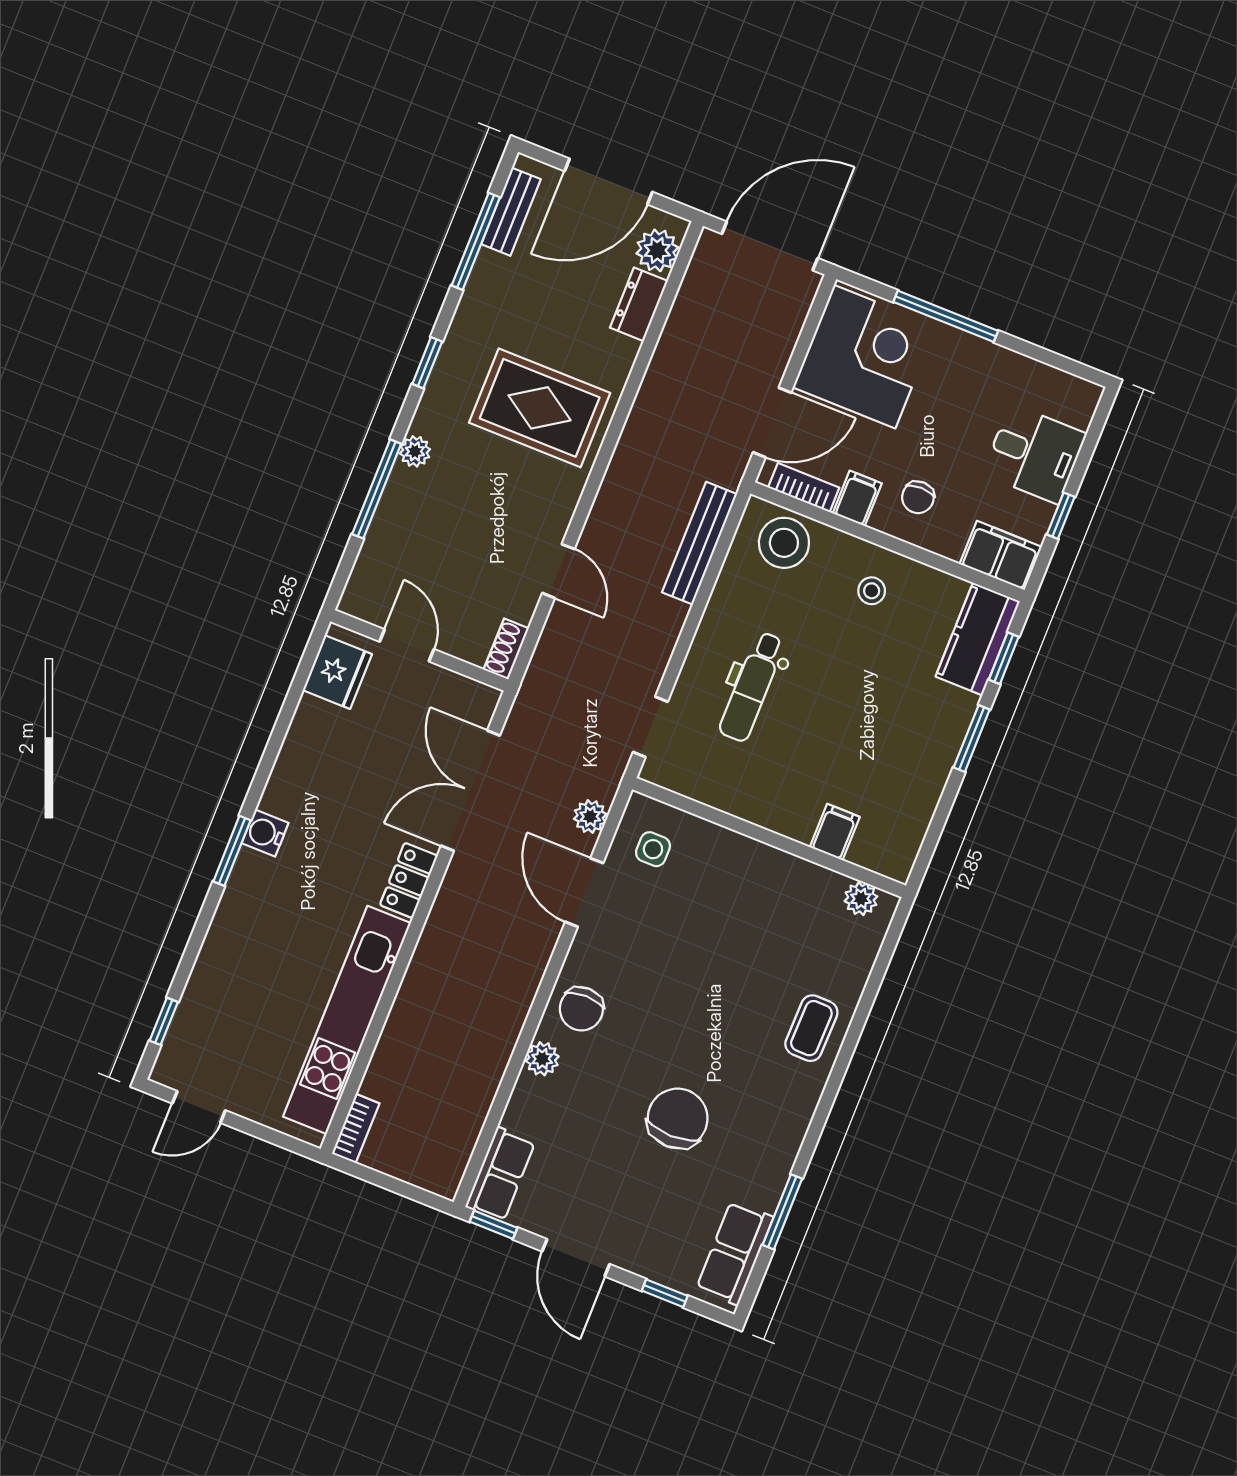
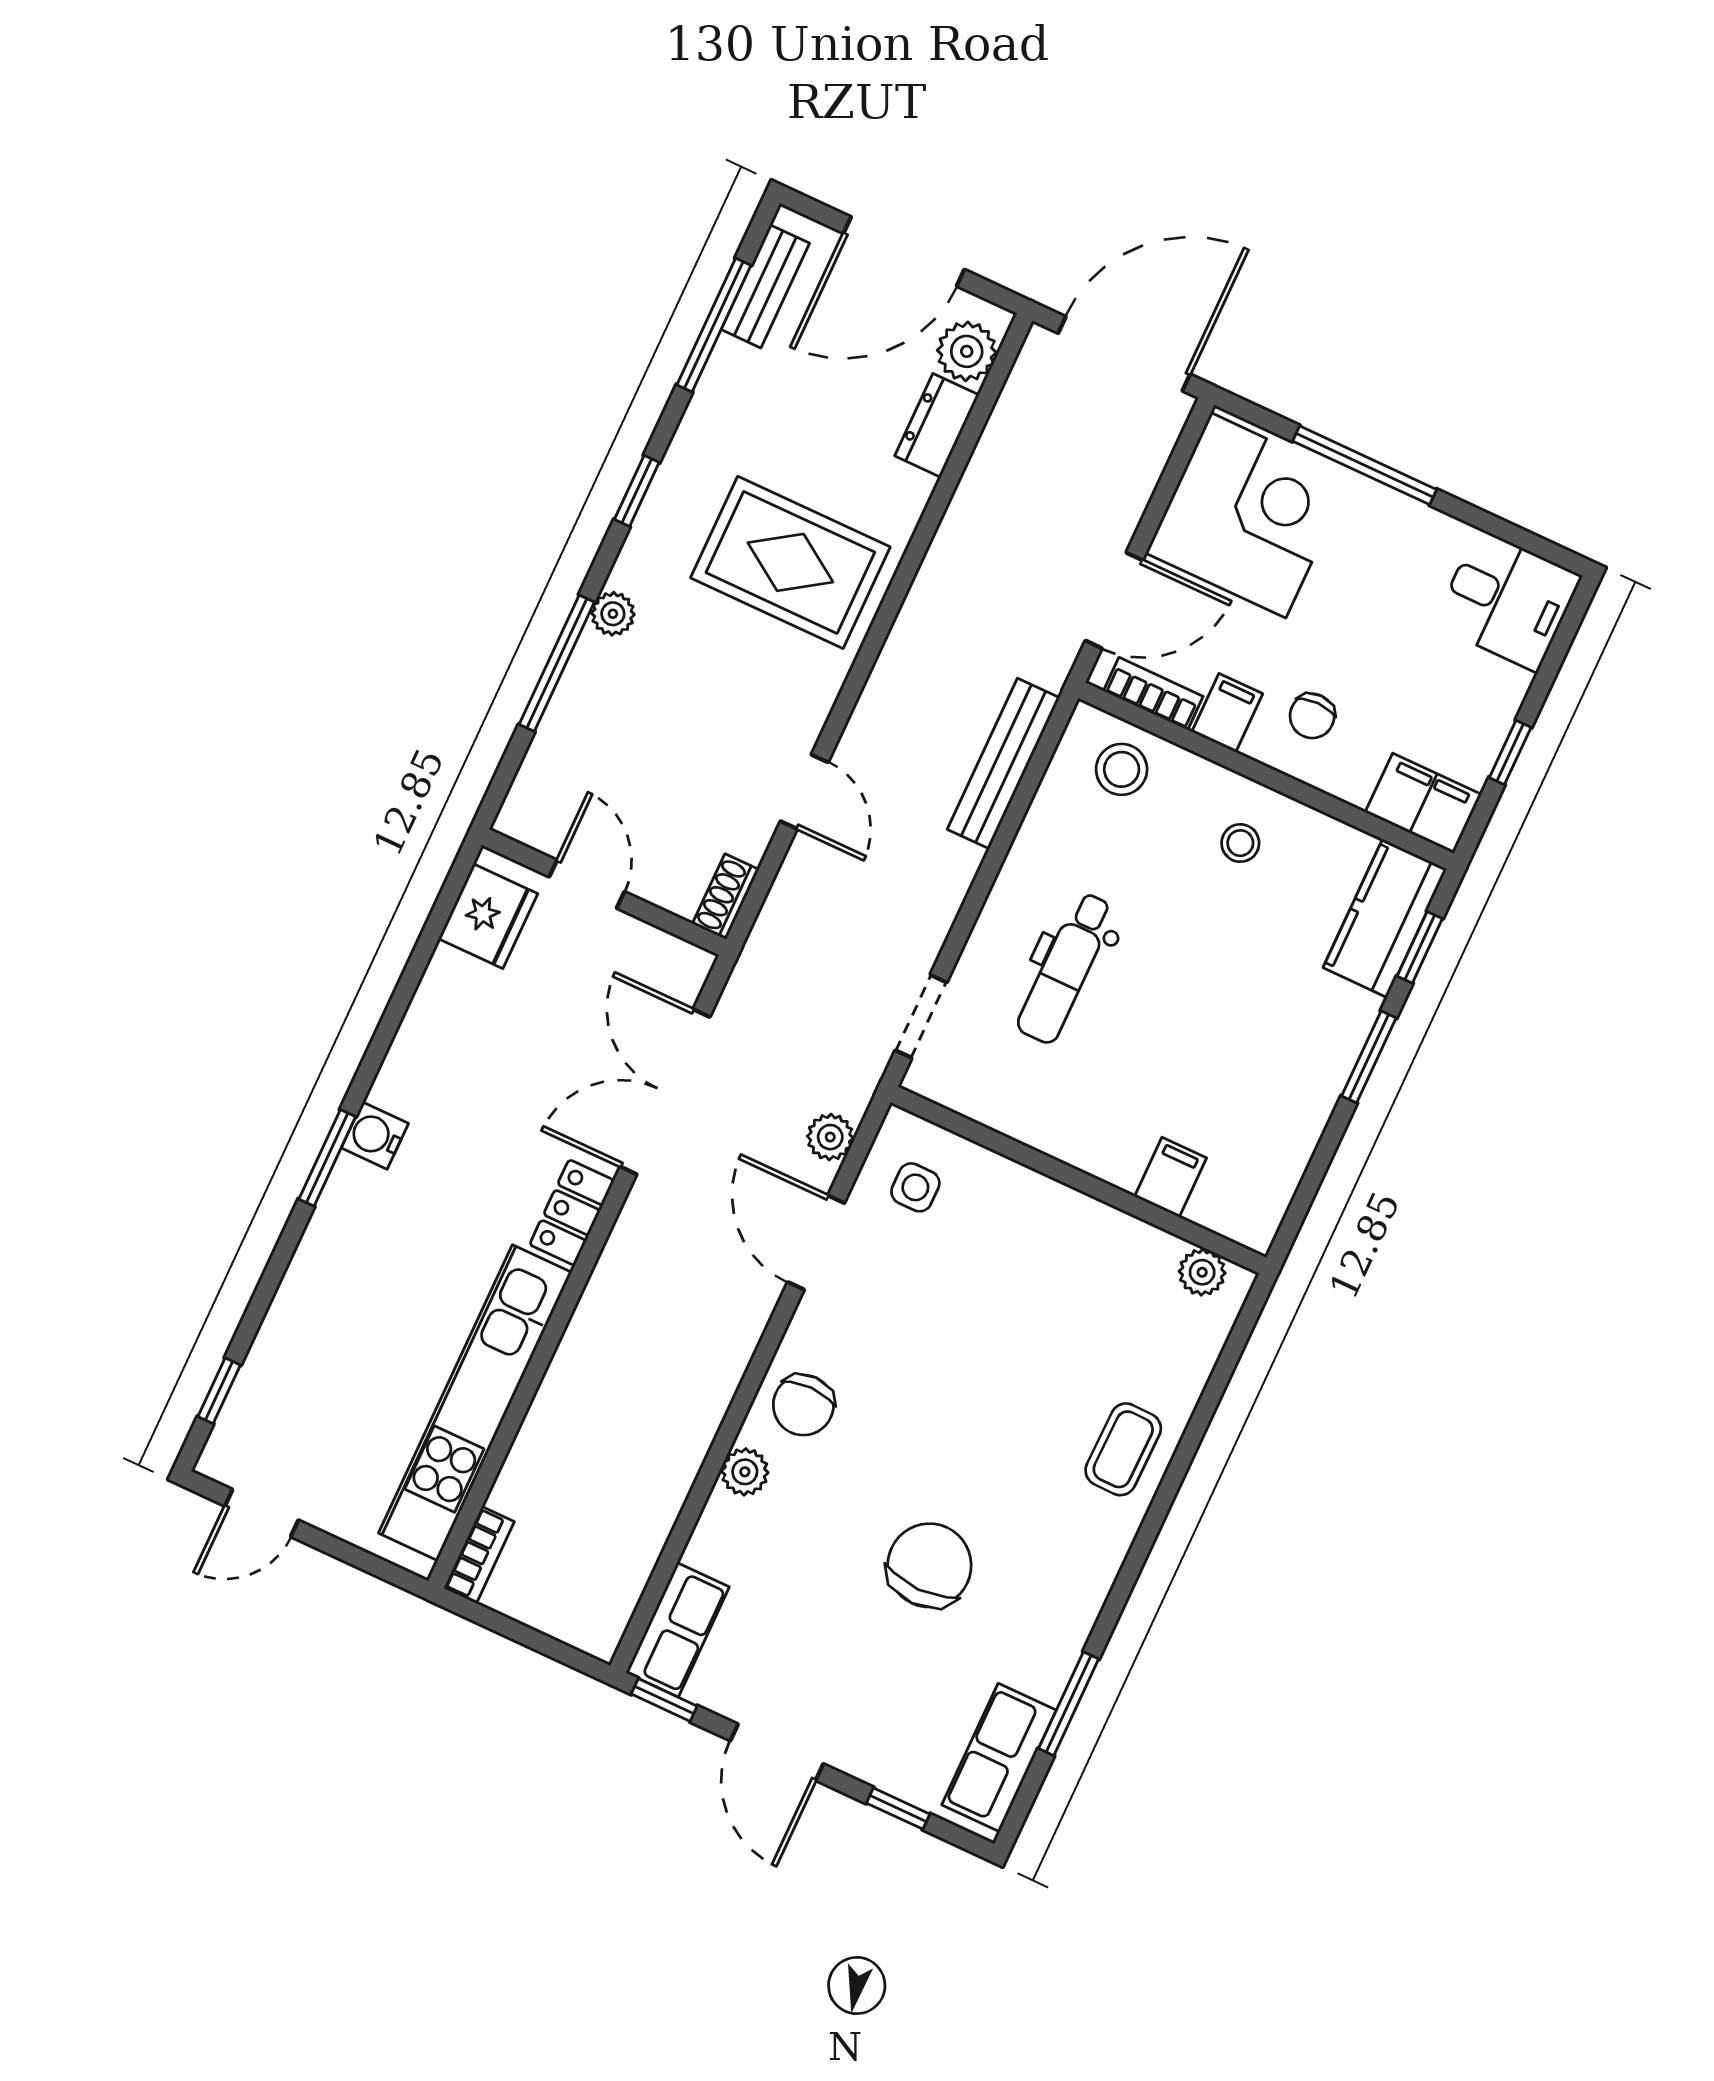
desk: (1034, 454) -> (1508, 600), moved
stool: (784, 543) -> (1122, 769), width x0.73, depth x0.73

